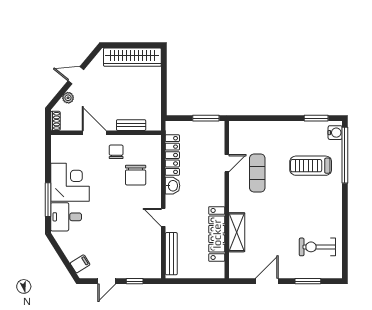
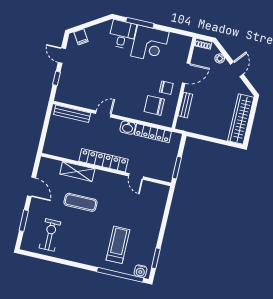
exercise mat: (257, 173) -> (80, 202), moved
chair: (136, 175) -> (154, 105), moved
locker: (217, 234) -> (104, 160), moved

